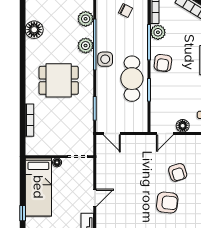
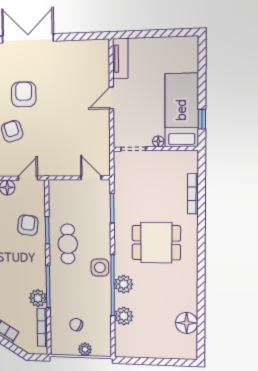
floor lamp: (34, 30) -> (187, 323), moved
armchair: (163, 63) -> (28, 225), moved
cafe table: (132, 79) -> (68, 244), width x0.73, depth x0.74
armchair: (167, 203) -> (24, 94), turned 84
window: (23, 213) -> (202, 119), moved

